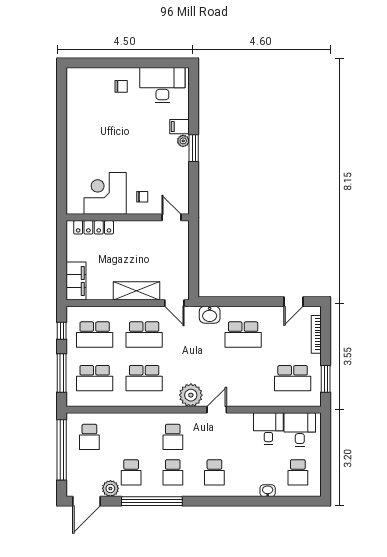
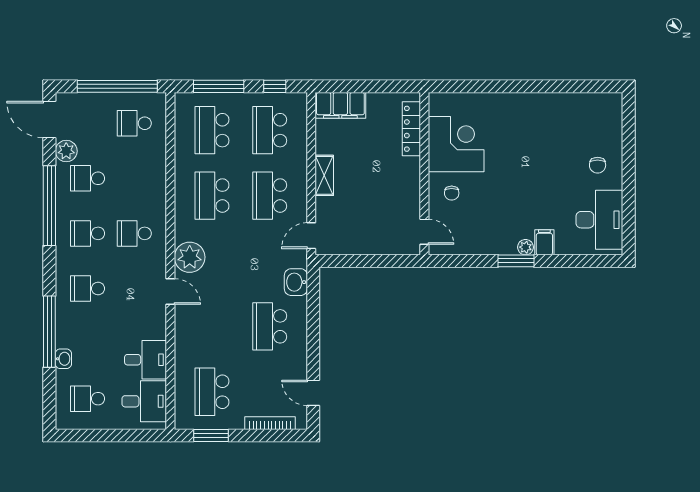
door: (171, 217) -> (424, 232), hinge flipped
shelving: (137, 291) -> (324, 175), width x0.67, depth x0.75
window: (247, 501) -> (49, 332), added

